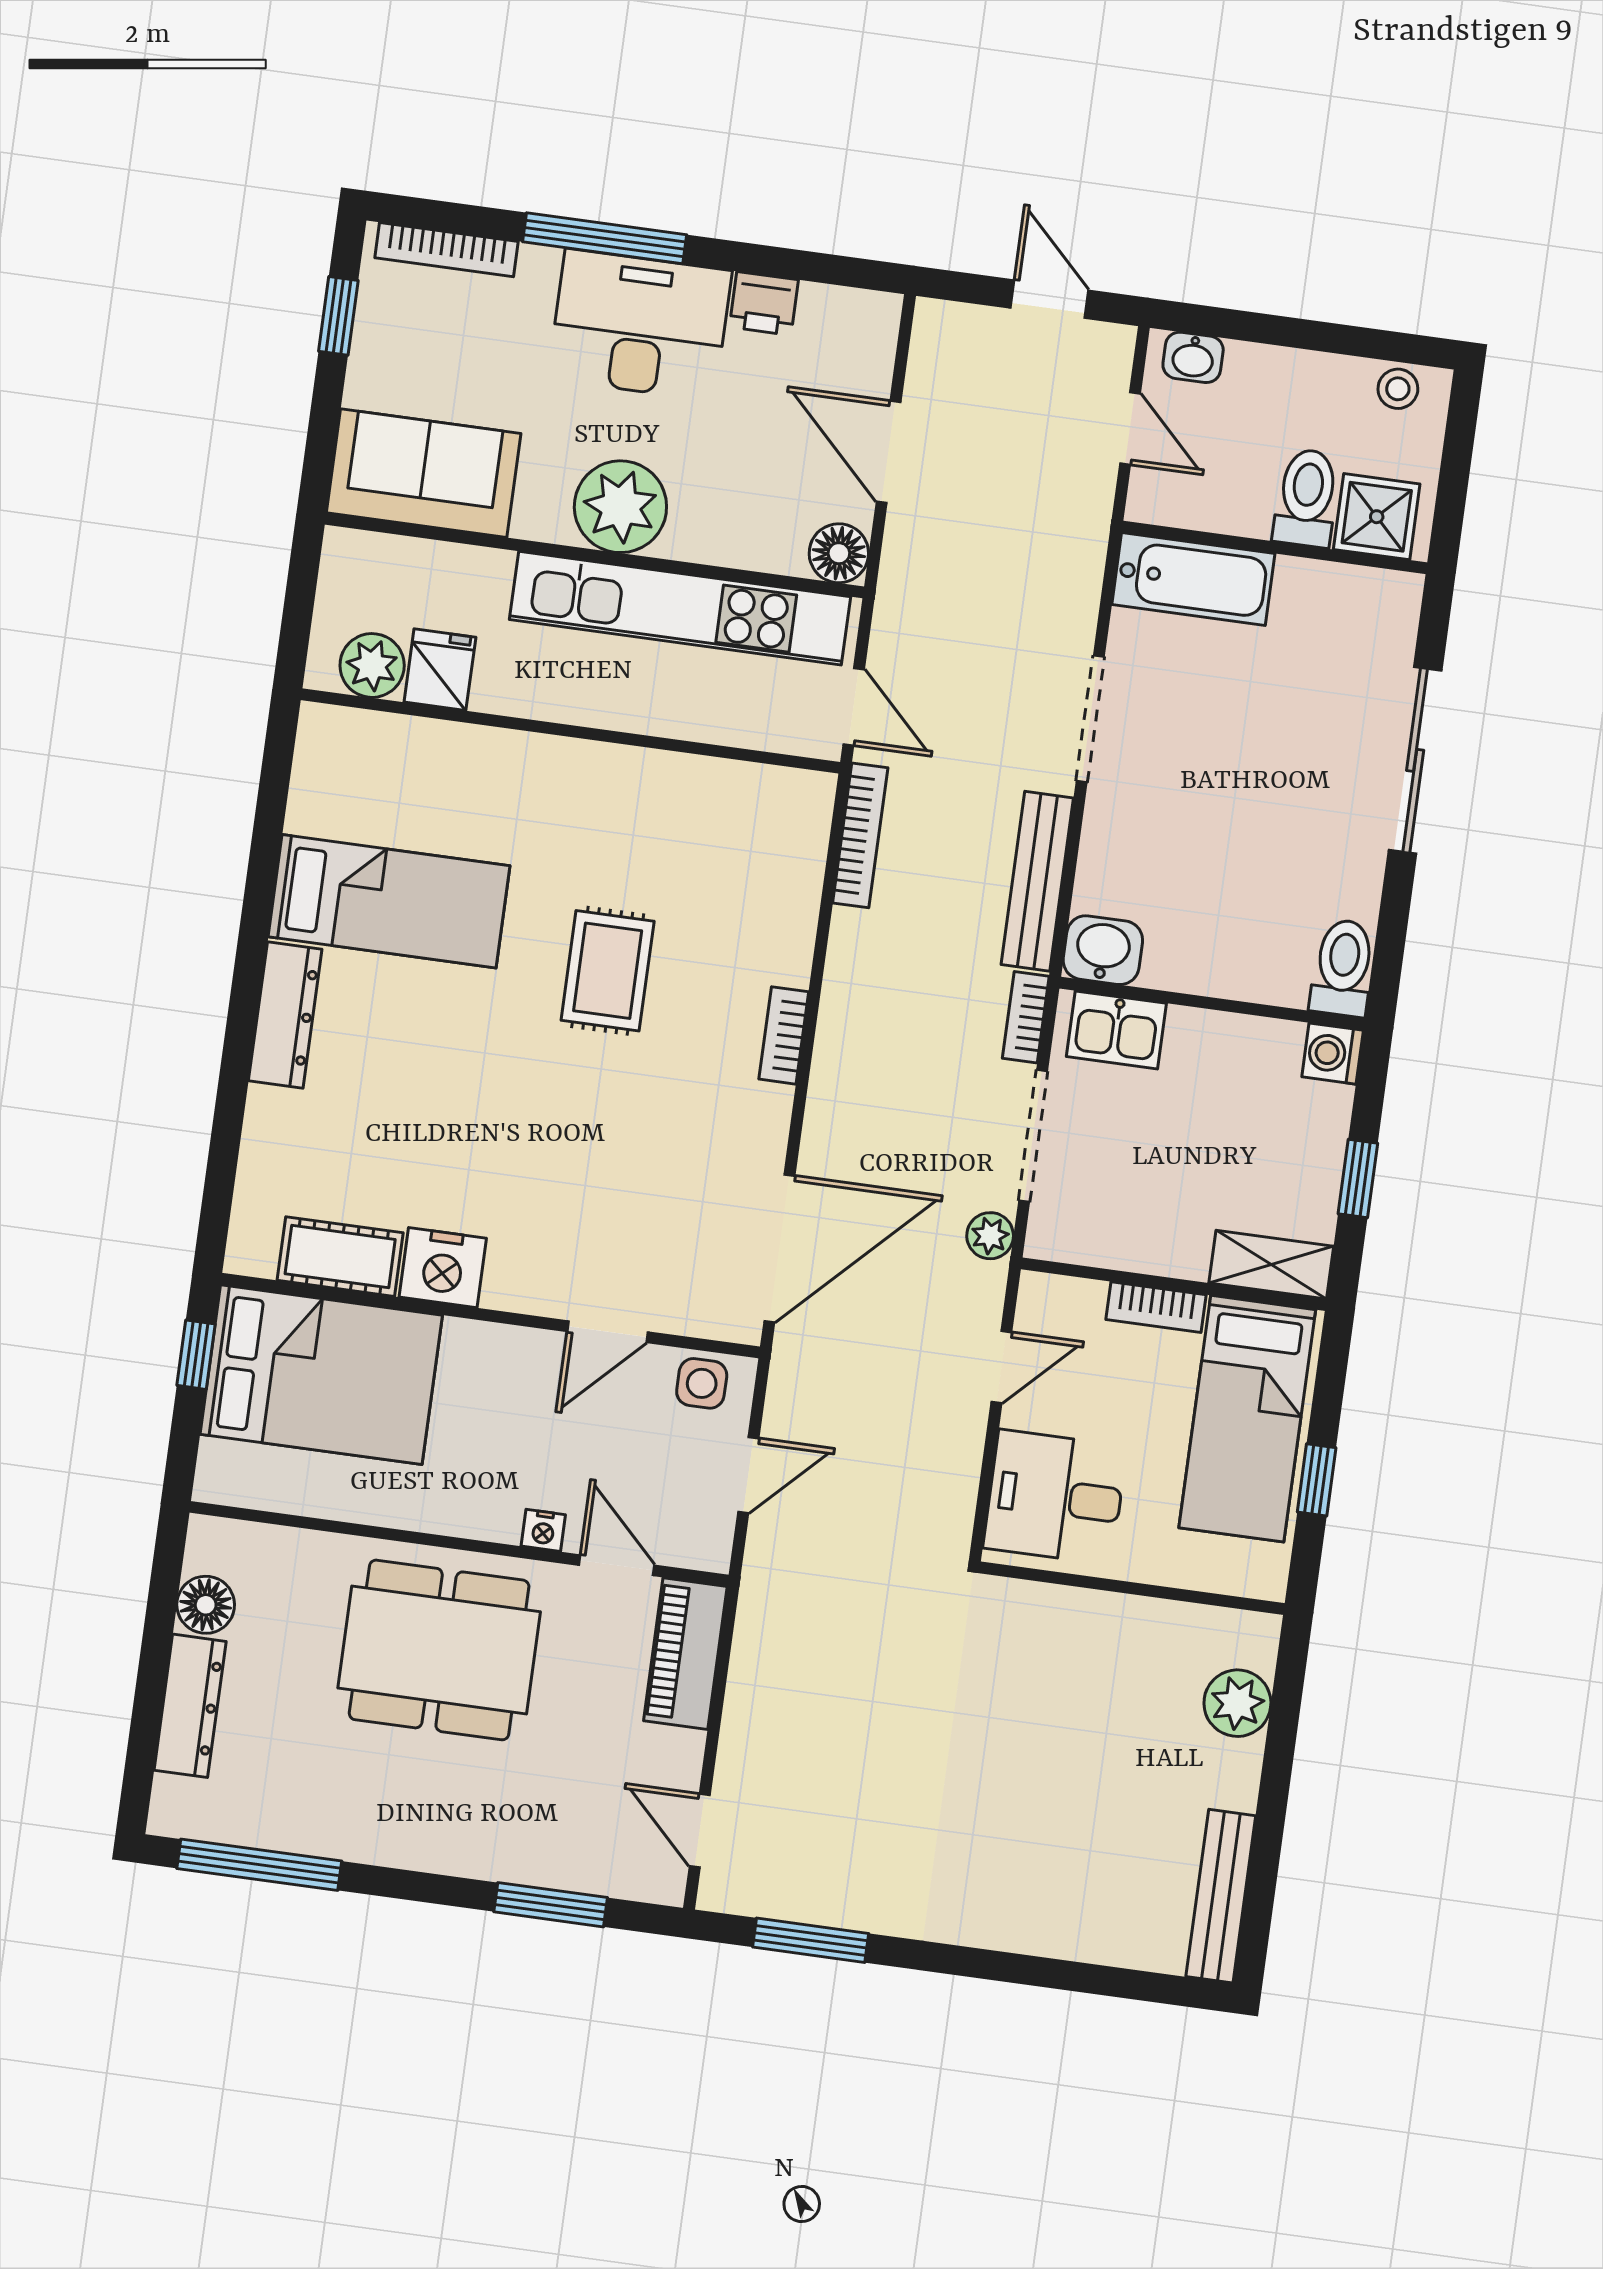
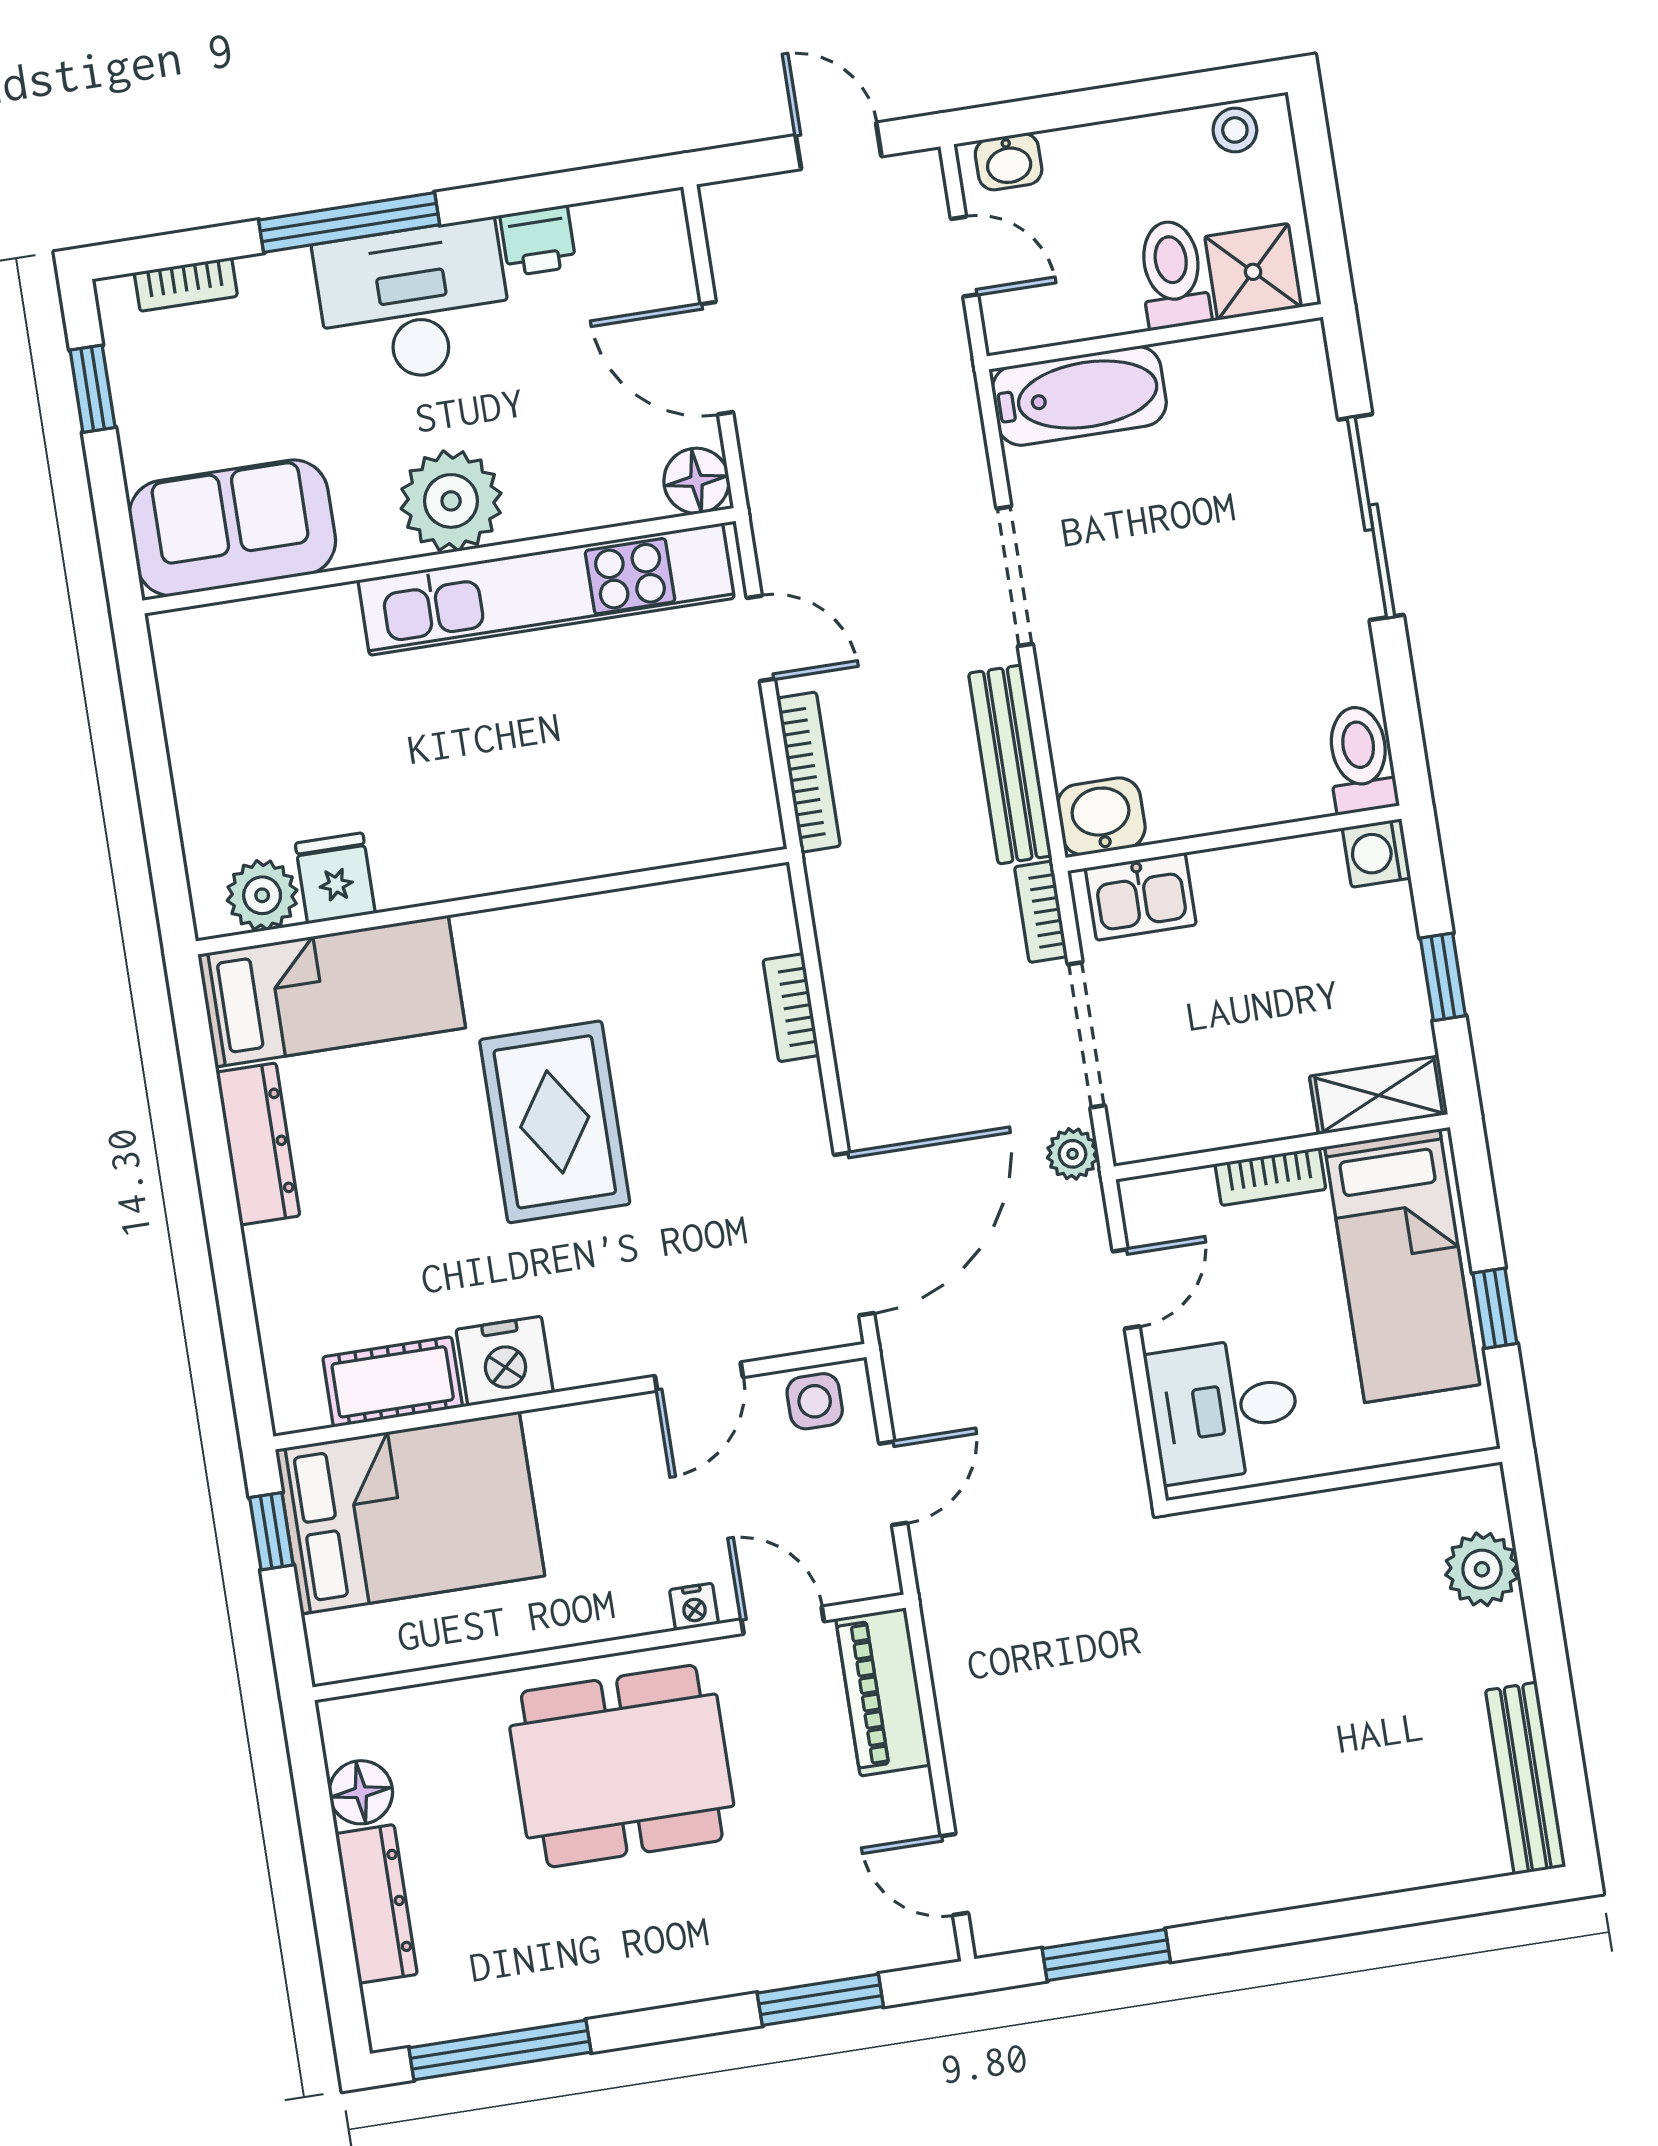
bookcase: (447, 250) -> (186, 284), width x0.64
plant: (372, 665) -> (262, 895), moved
fridge: (440, 670) -> (335, 878), moved
wall: (570, 731) -> (492, 902), moved
rug: (608, 971) -> (555, 1122), moved, width x1.36, depth x1.43

